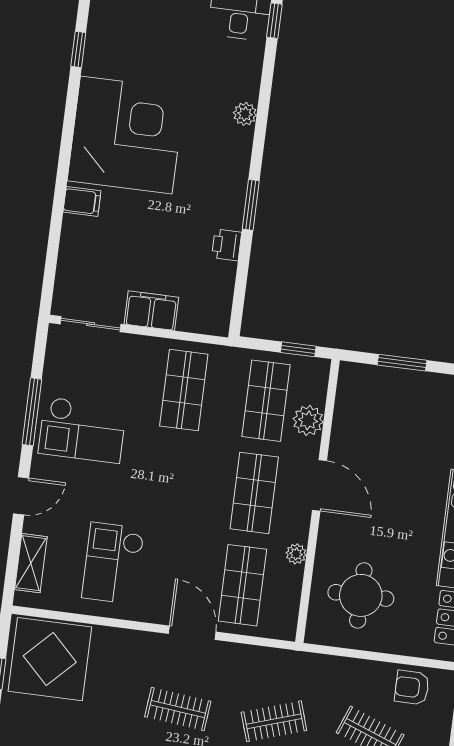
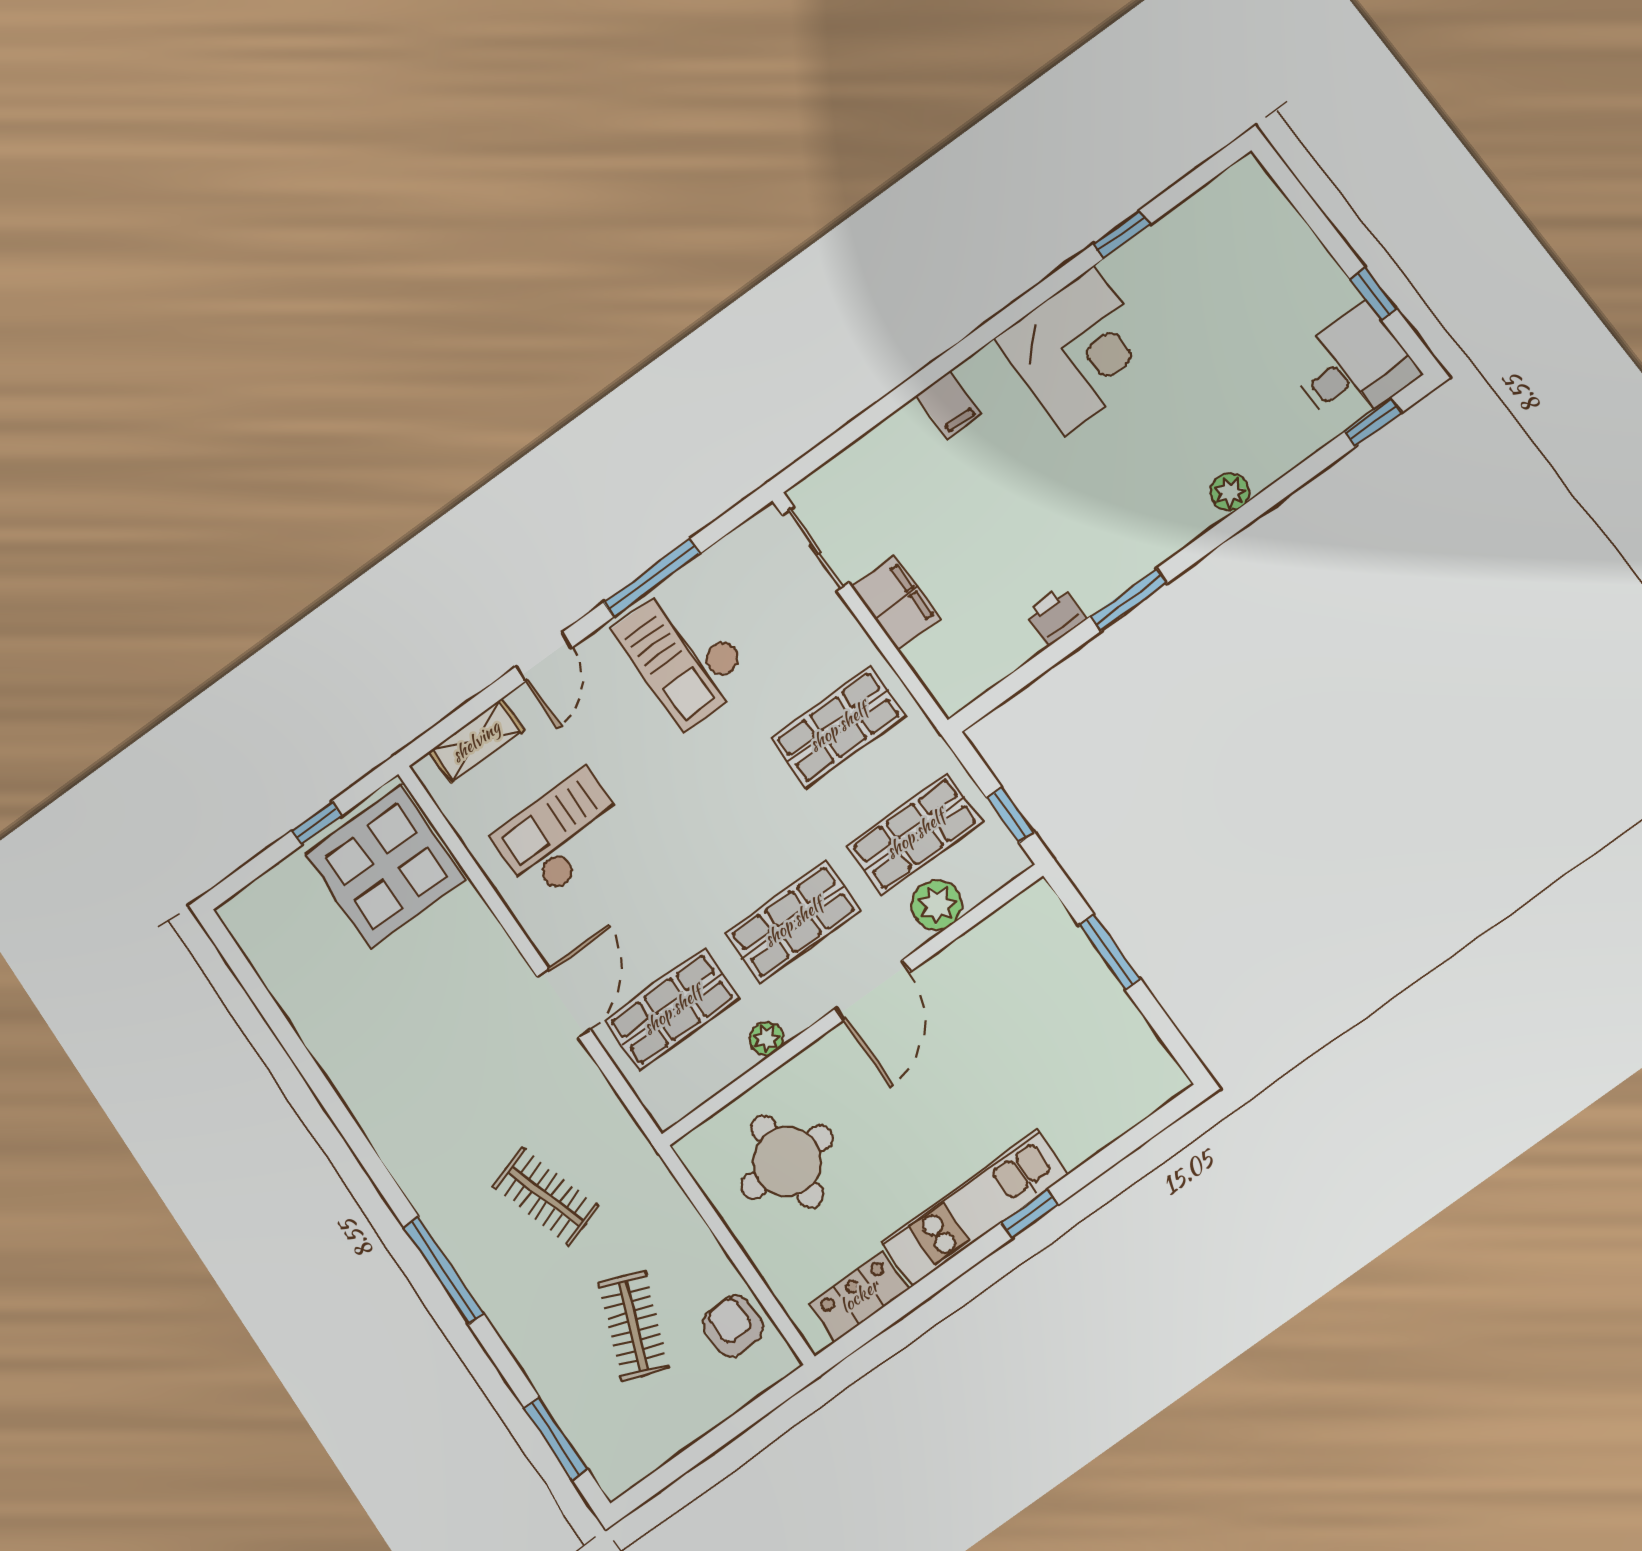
corner desk: (126, 135) -> (1079, 351), width x0.74, depth x0.74
door: (21, 496) -> (544, 657), hinge flipped
clothes rail: (178, 709) -> (460, 1069), removed

